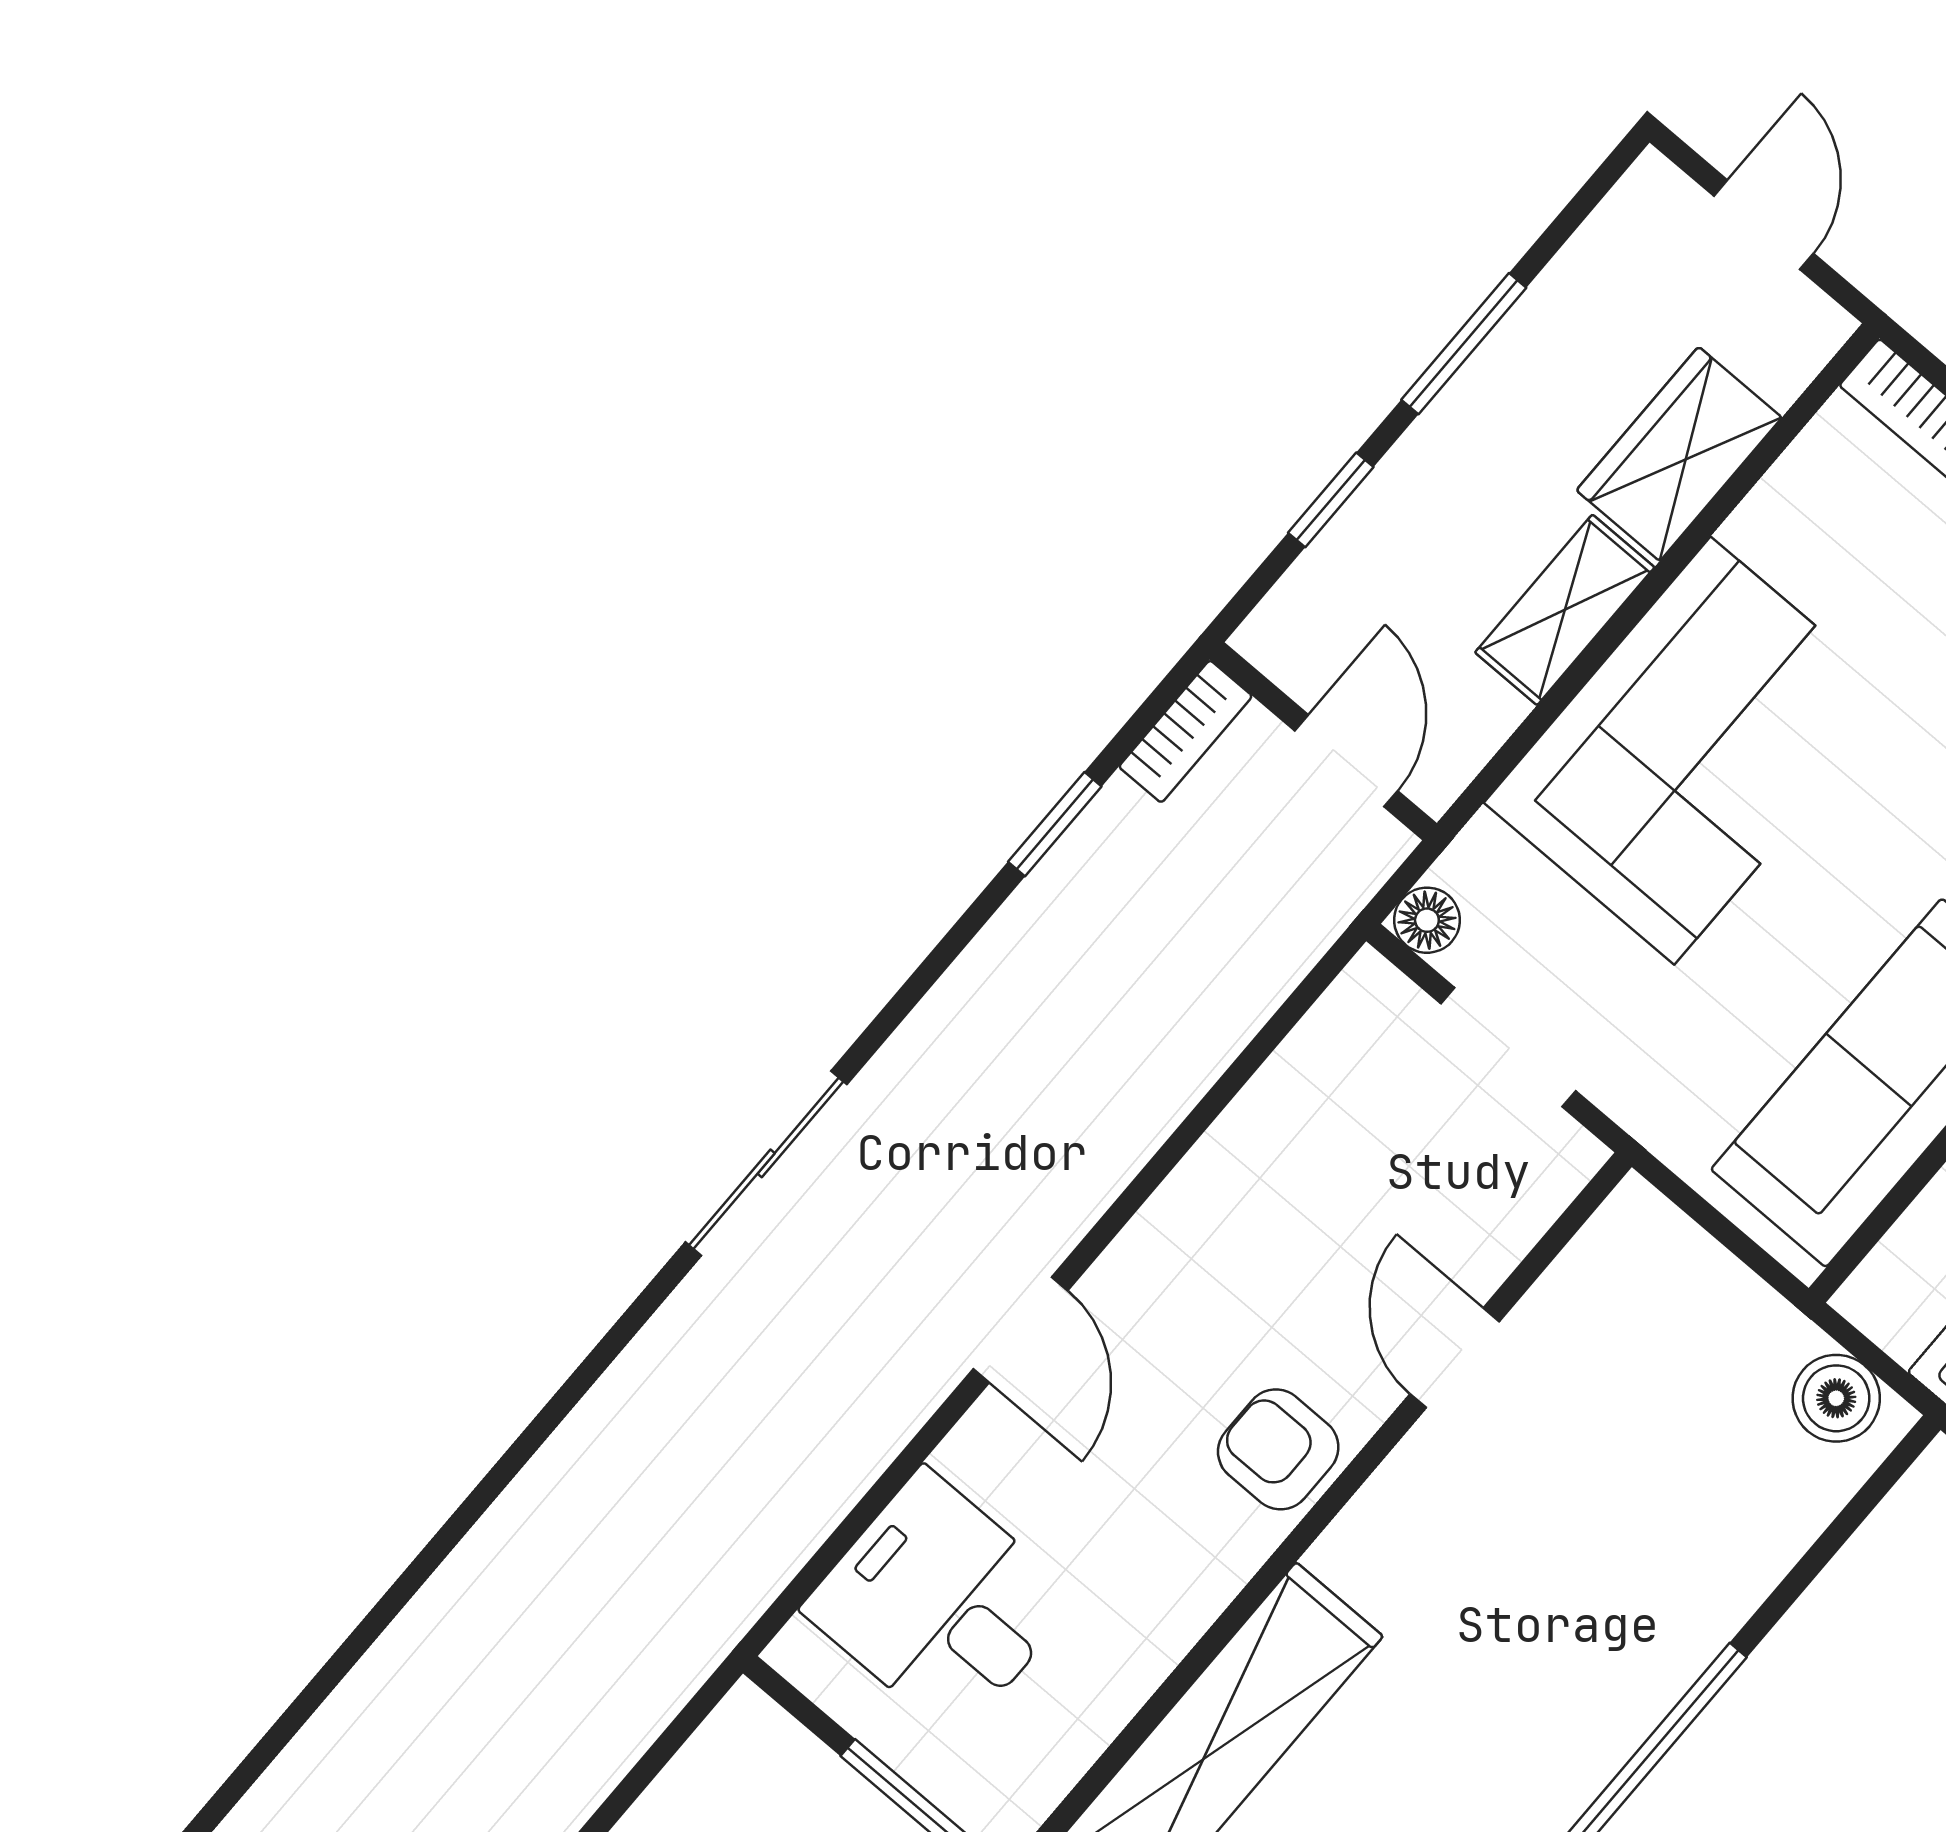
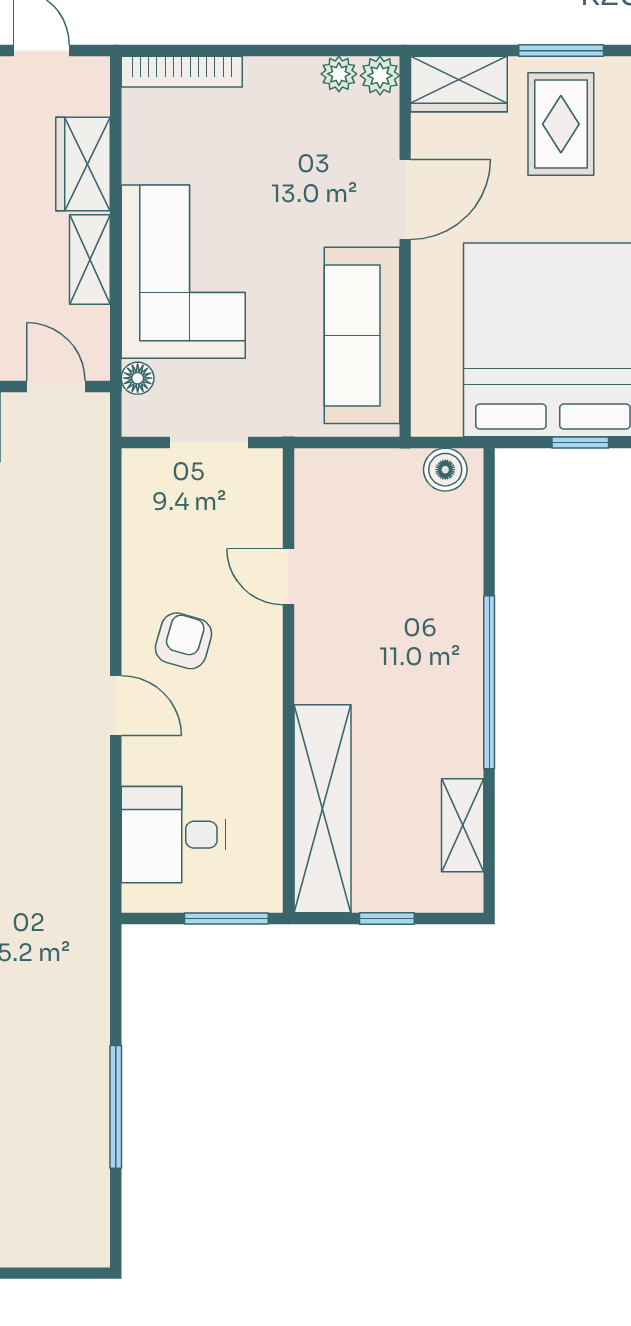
floor lamp: (1427, 920) -> (138, 378), moved
armchair: (1278, 1449) -> (184, 641), moved, turned 106

